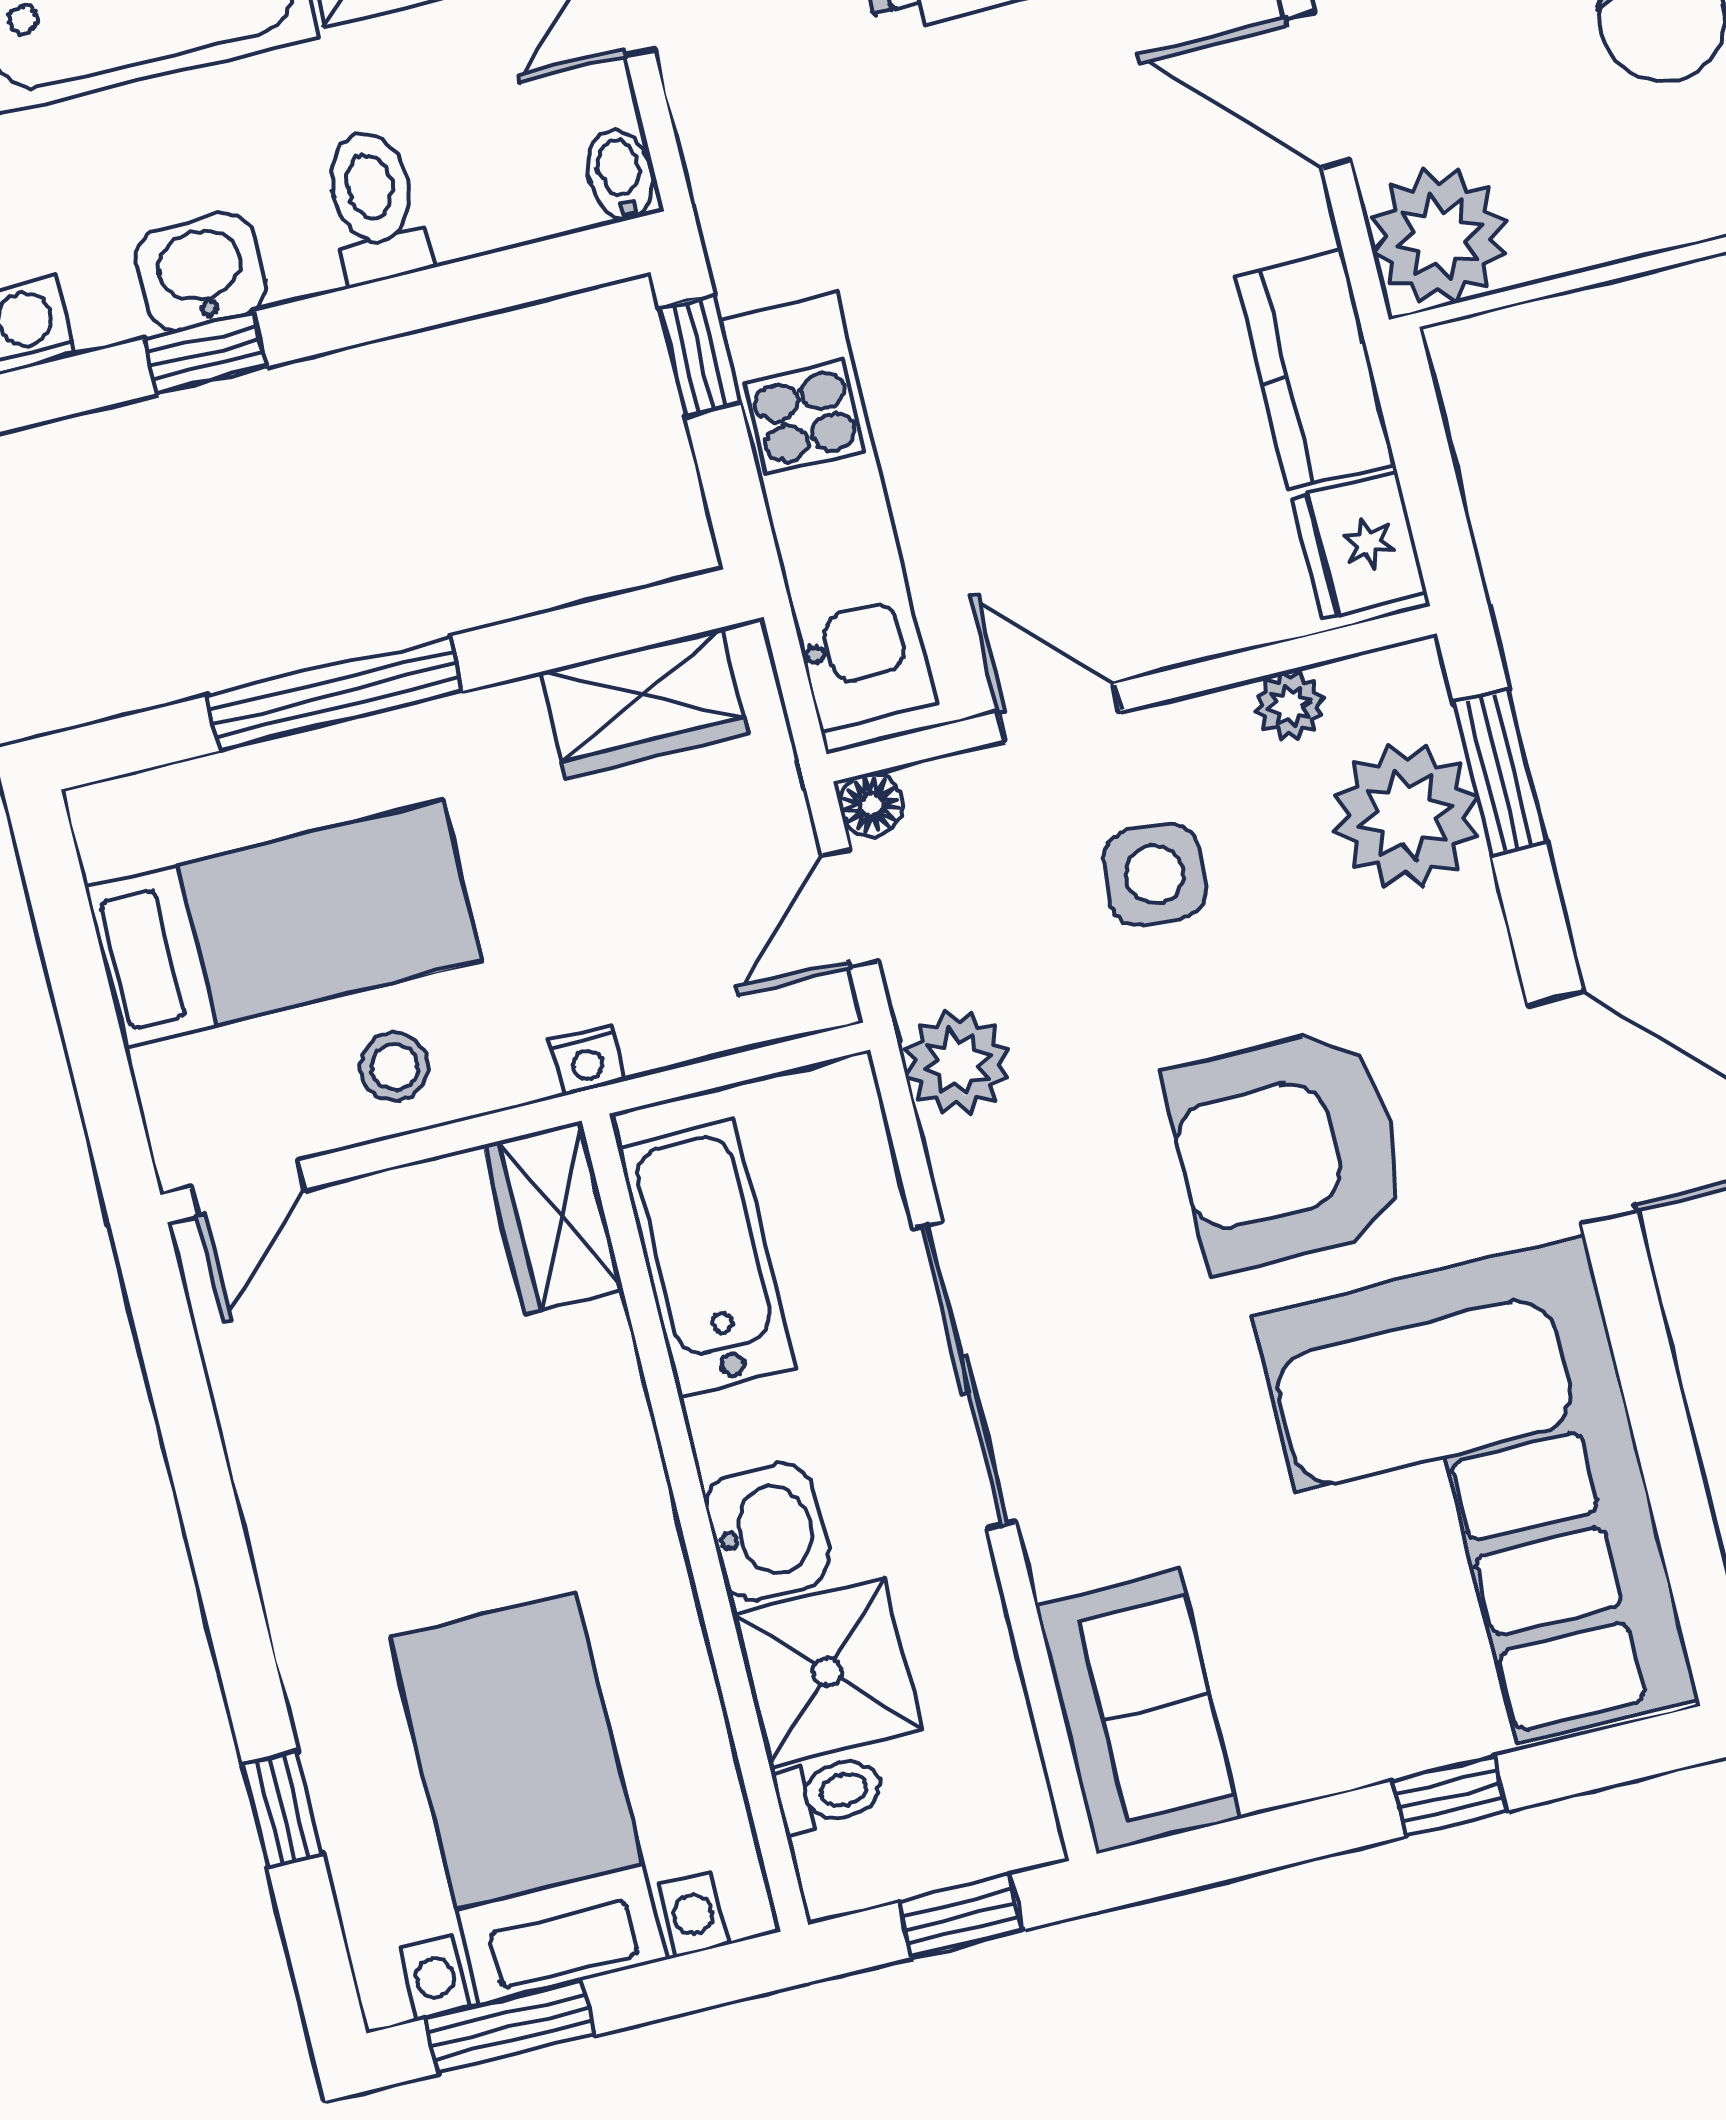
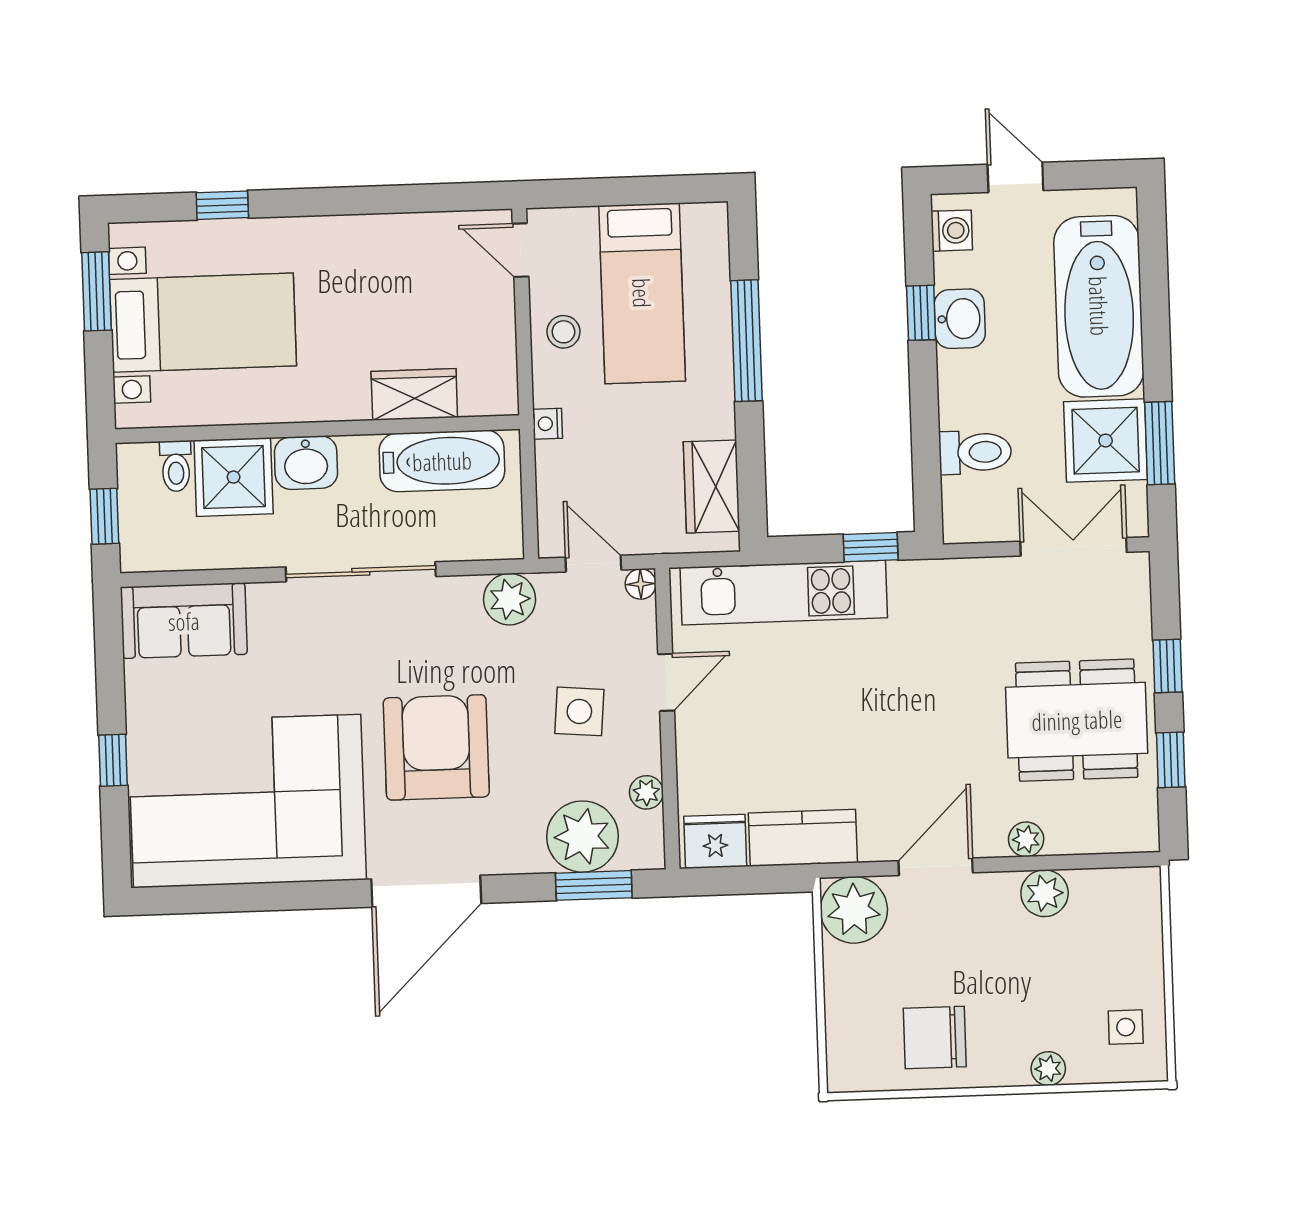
bidet: (620, 175) -> (964, 527), removed
toilet: (375, 206) -> (975, 452), moved
wardrobe: (553, 1217) -> (414, 394), moved

